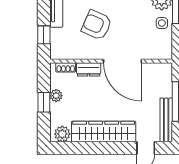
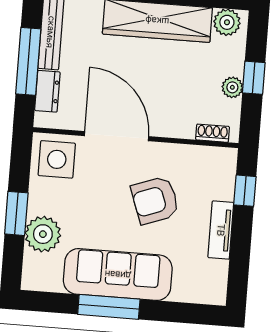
side table: (162, 23) -> (57, 159), moved, width x1.87, depth x1.87
armchair: (97, 25) -> (155, 200), turned 136
dresser: (89, 69) -> (47, 91), moved, turned 90

